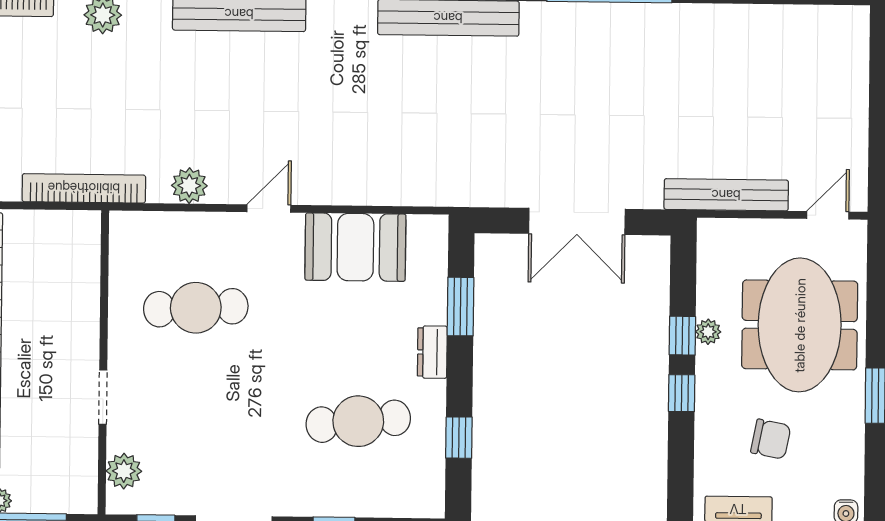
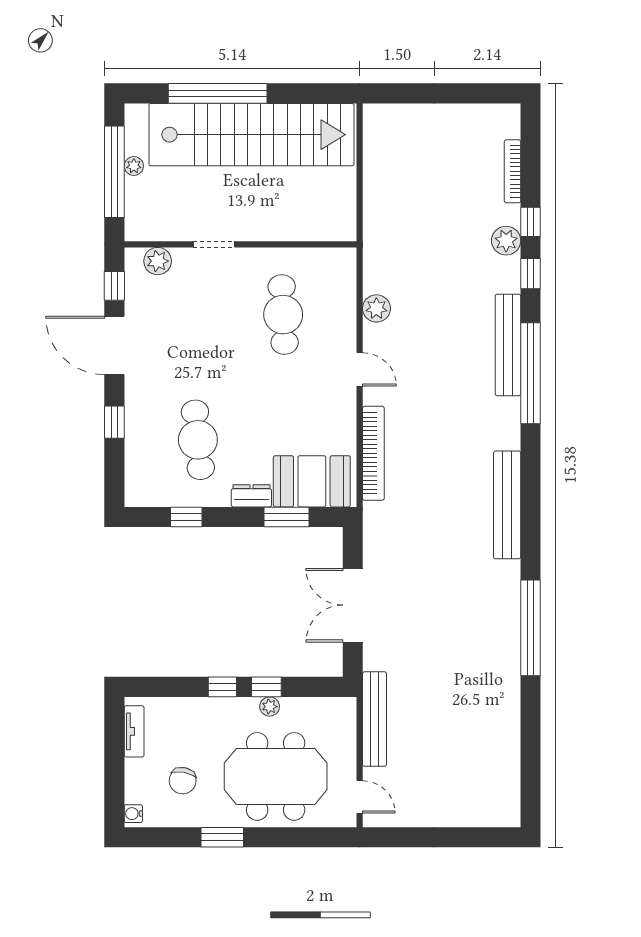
bookcase: (84, 188) -> (373, 453), moved
booth: (355, 247) -> (312, 481), moved, turned 90
chair: (771, 439) -> (183, 781), moved

